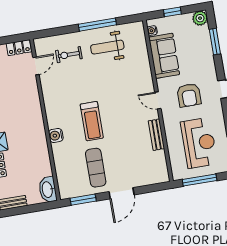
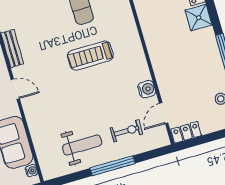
window: (97, 25) -> (113, 166), moved
treadmill: (92, 121) -> (90, 56), turned -90
water cooler: (56, 135) -> (147, 89), moved

